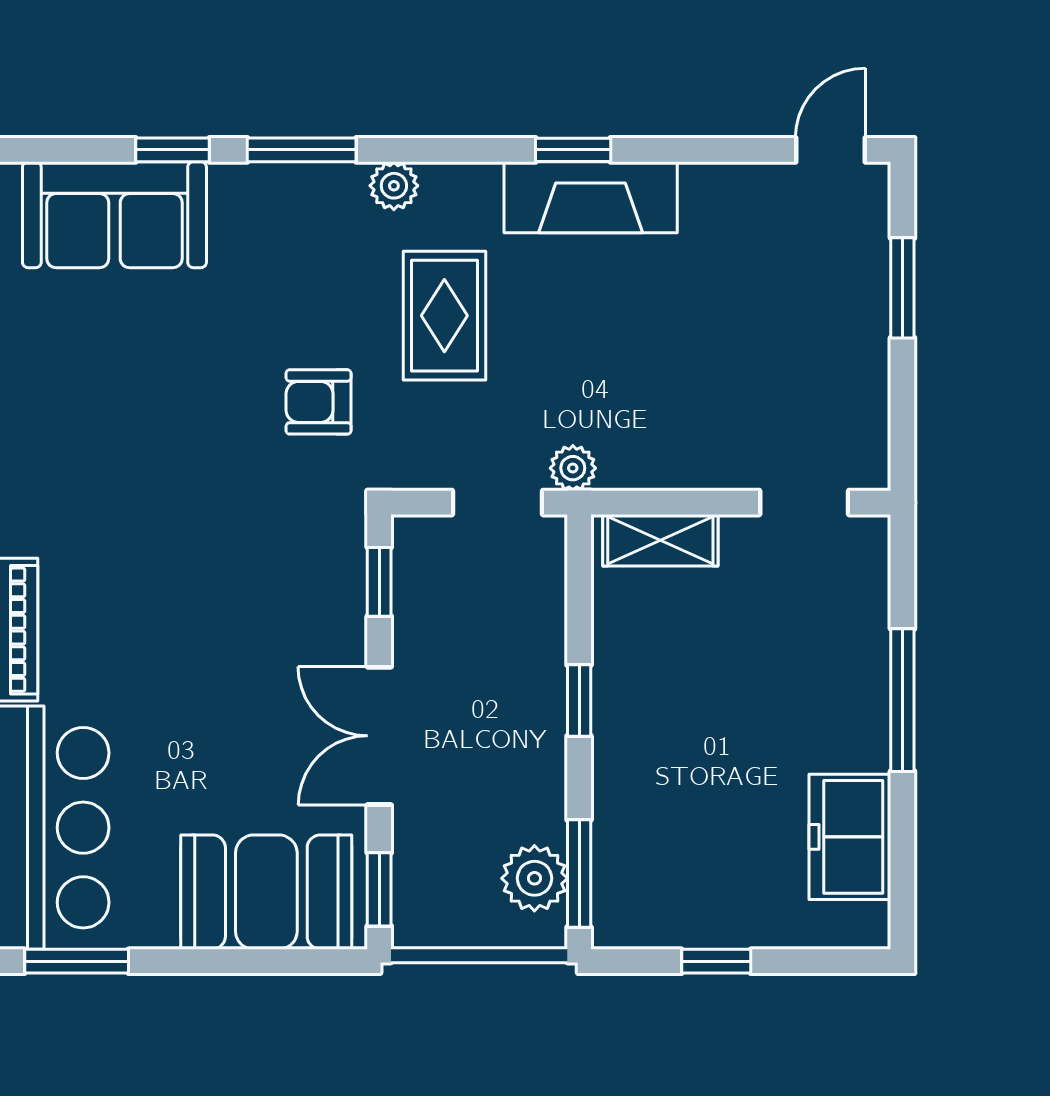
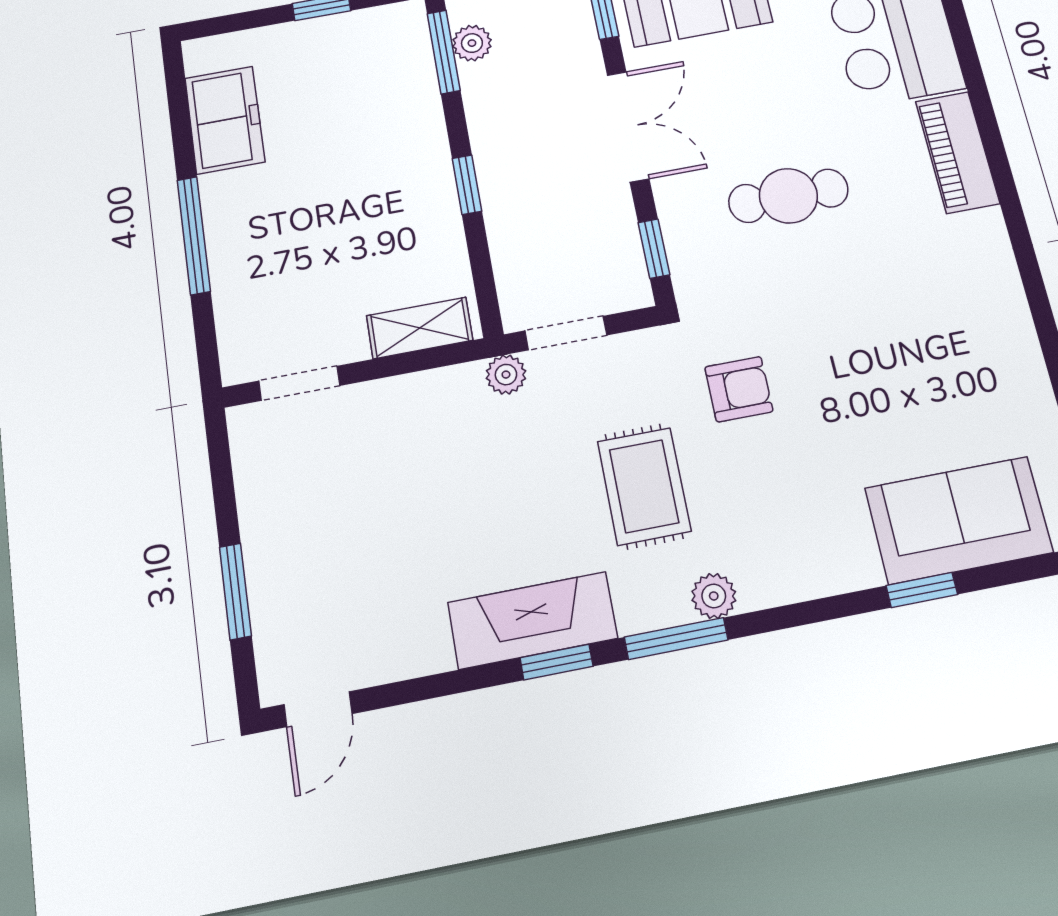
window: (302, 150) -> (676, 638), moved
cafe table: (212, 615) -> (788, 196), added
plant: (534, 878) -> (472, 43), width x0.73, depth x0.73

